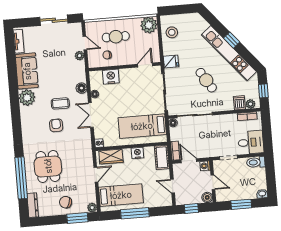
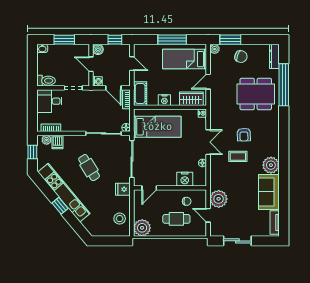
plant: (80, 56) -> (219, 199), width x1.88, depth x1.88
floor lamp: (82, 88) -> (215, 170), removed
dining table: (48, 166) -> (256, 94), width x1.38

